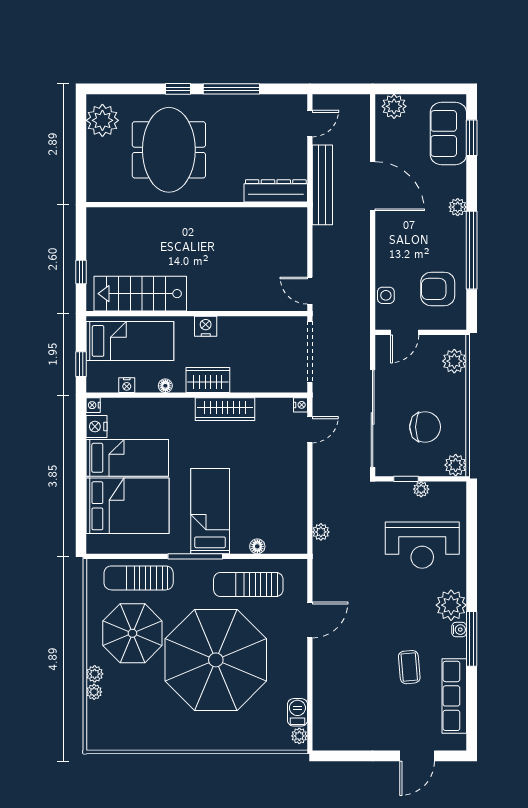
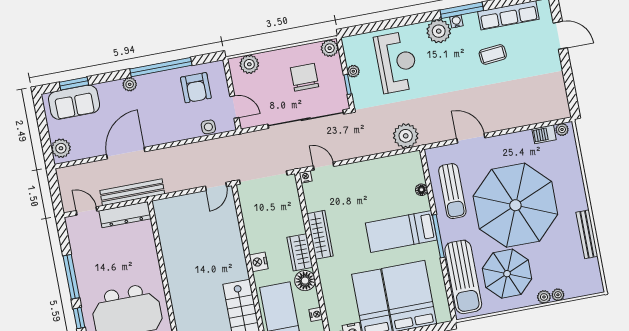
dresser: (276, 191) -> (125, 215), moved, turned -90
floor lamp: (165, 386) -> (305, 281), width x1.89, depth x1.89
plant: (321, 532) -> (406, 136), width x1.87, depth x1.87
sun lounger: (139, 578) -> (463, 277), width x1.36, depth x1.34
bench: (163, 742) -> (587, 234), added

